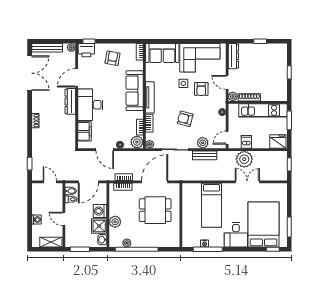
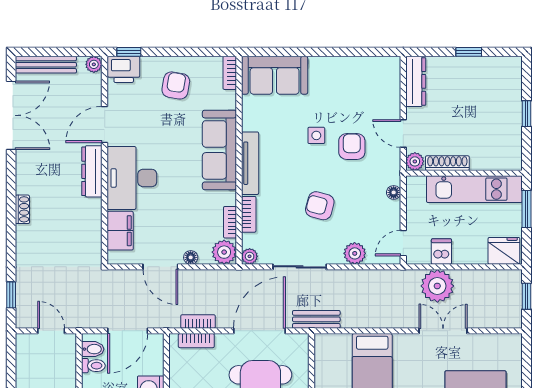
corner sofa: (200, 58) -> (349, 85), removed
armchair: (201, 89) -> (352, 147), turned 180
bench: (205, 155) -> (316, 319), moved

